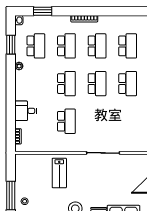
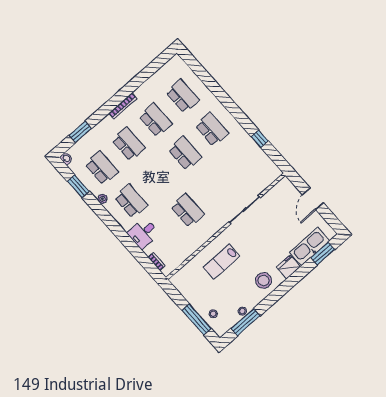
school desk: (66, 84) -> (131, 201), moved
lab bench: (59, 173) -> (222, 262), turned 90

